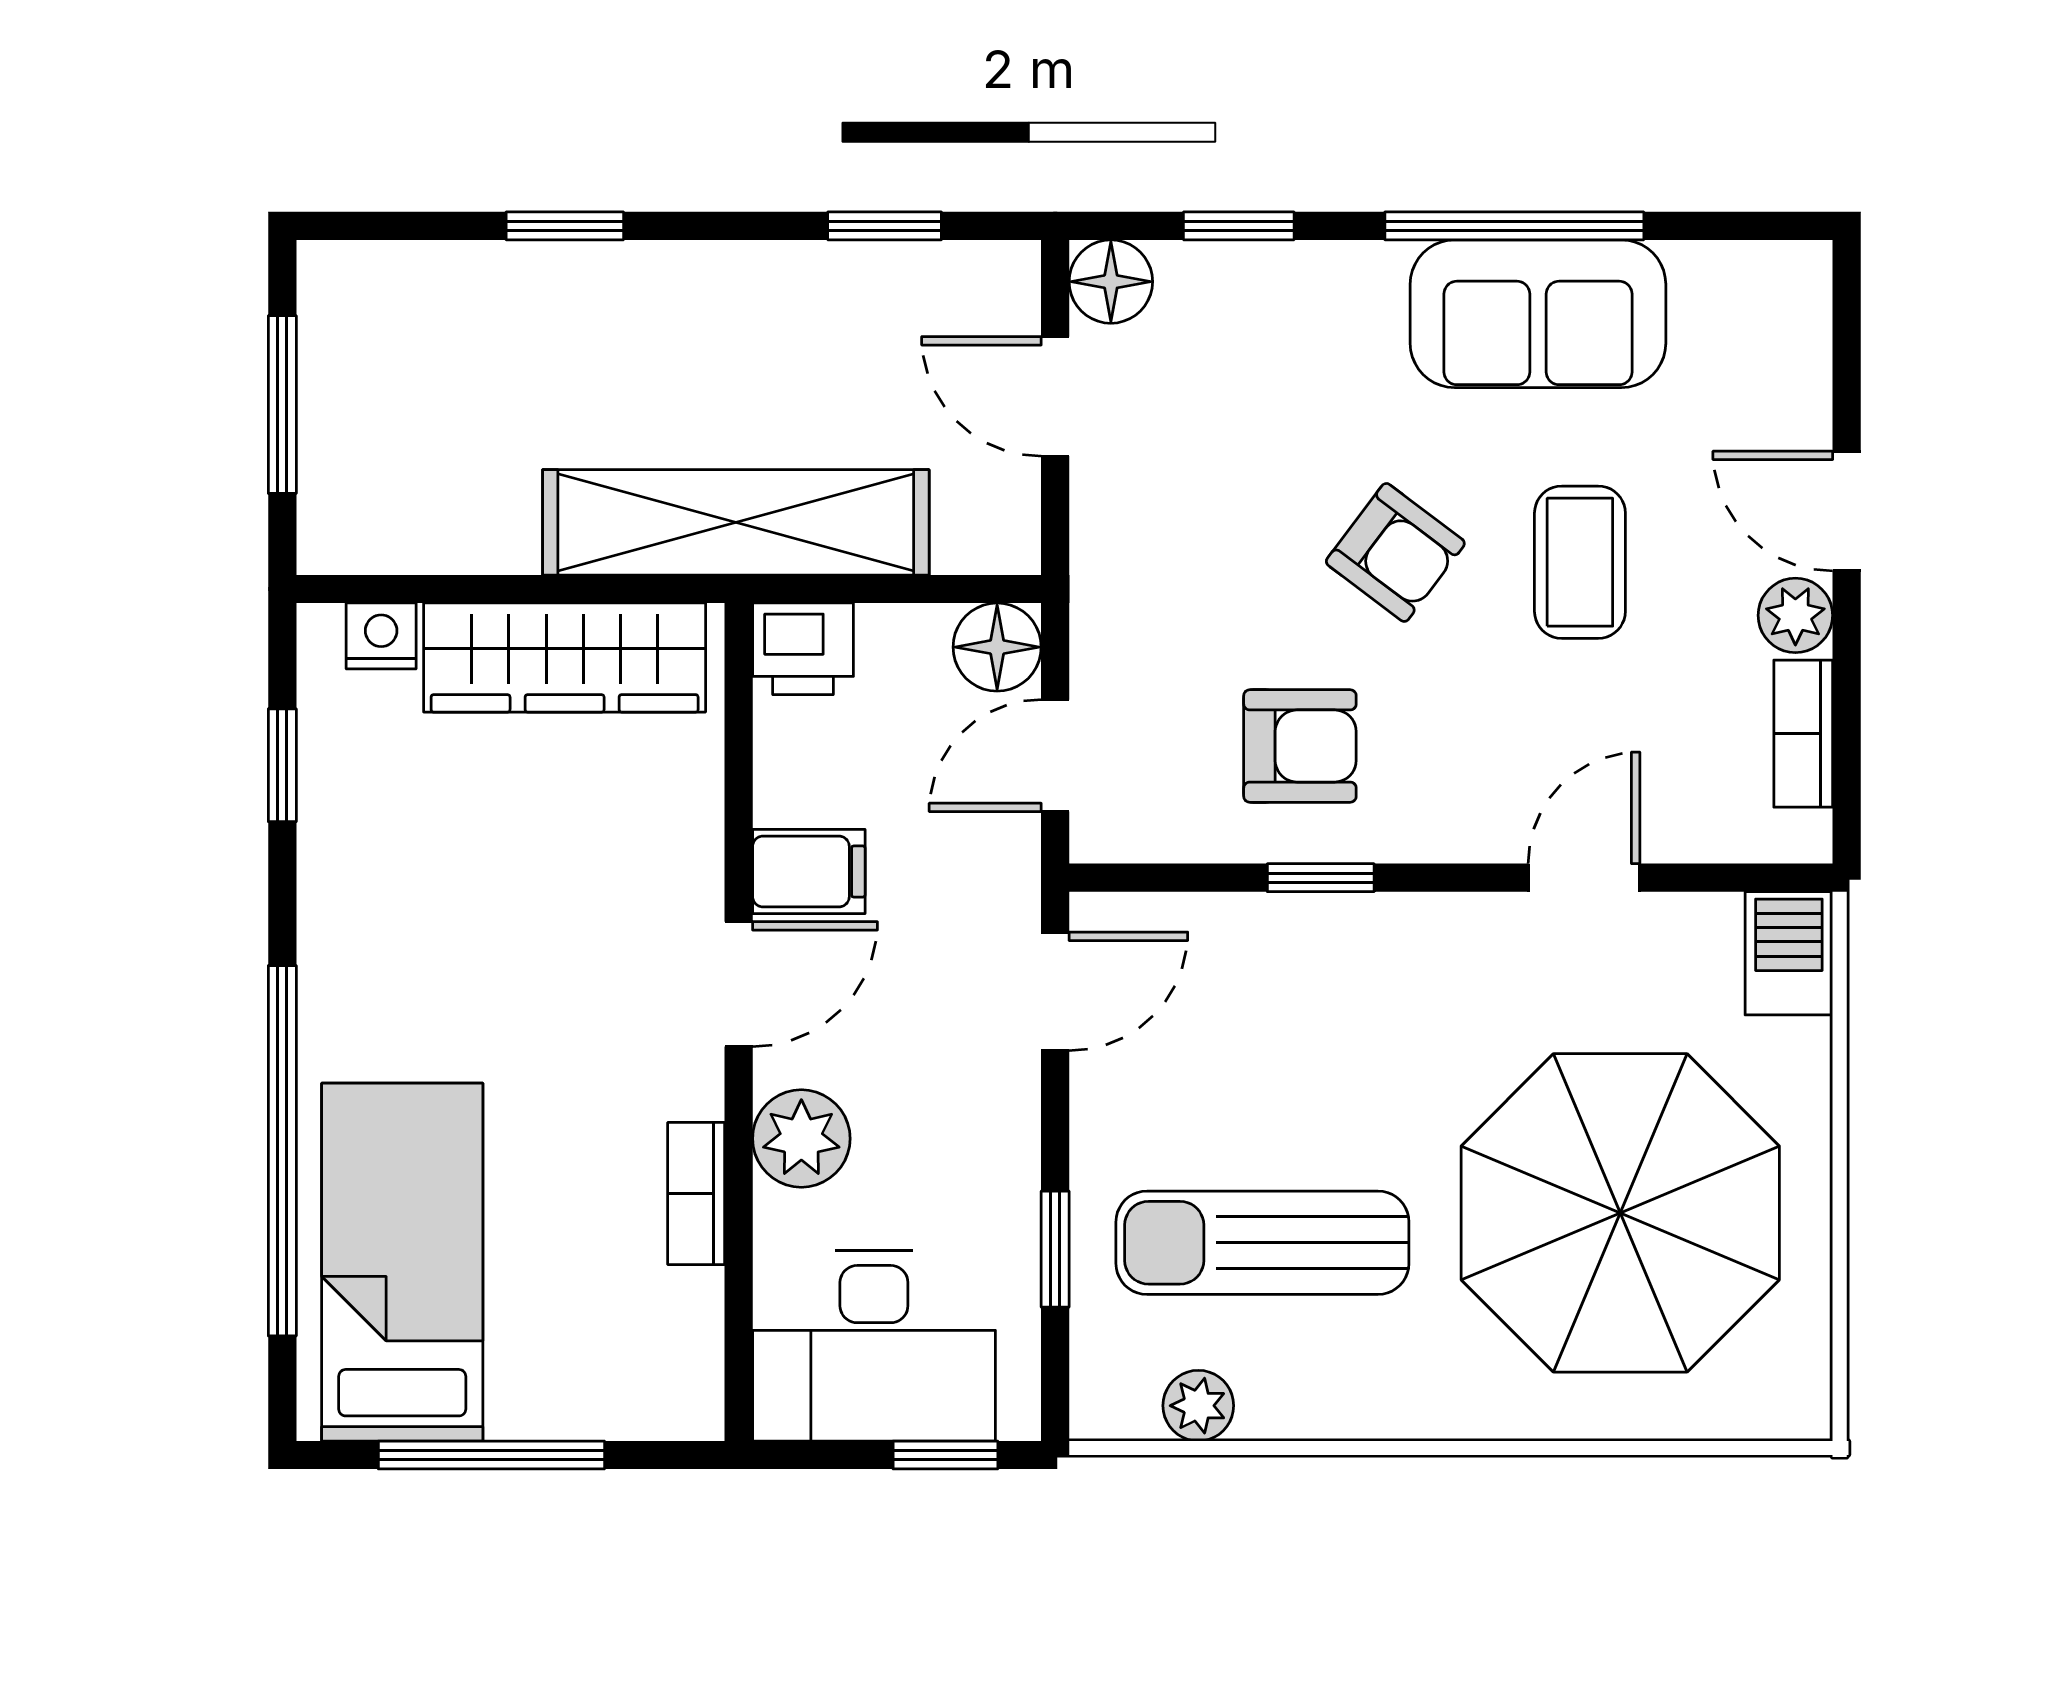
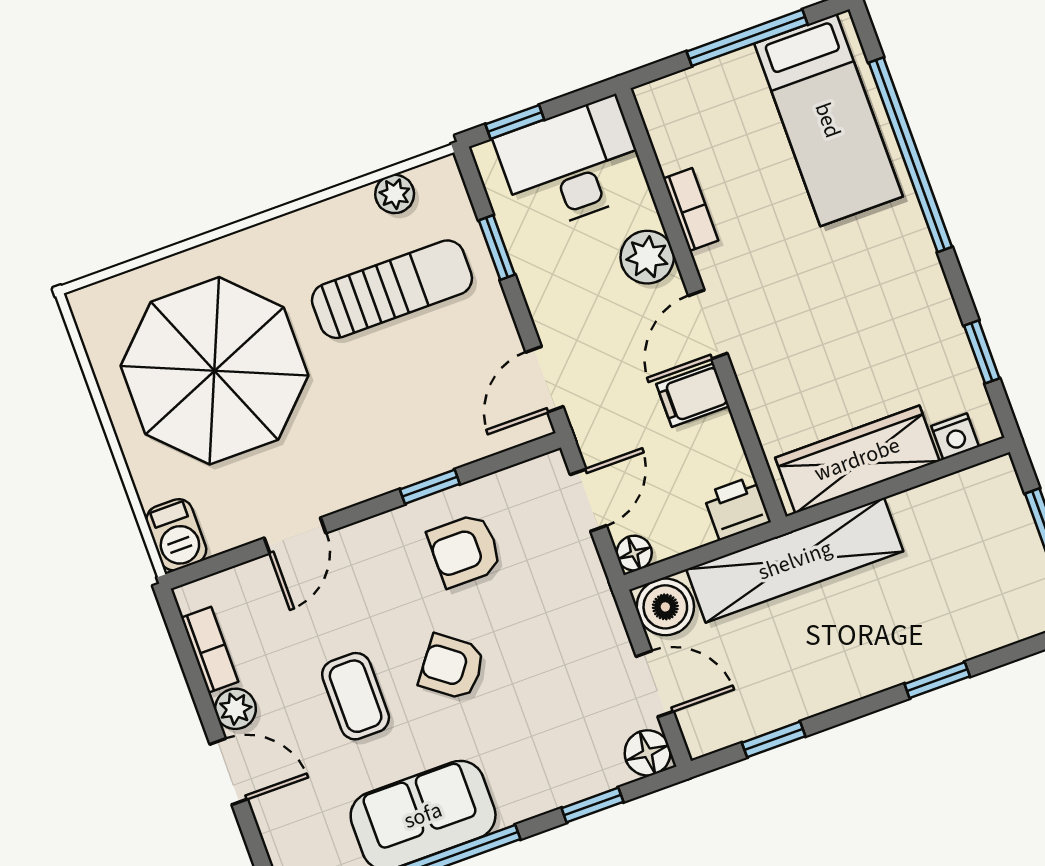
boiler: (989, 523) -> (665, 607), added
floor lamp: (997, 647) -> (634, 553), width x0.73, depth x0.73

